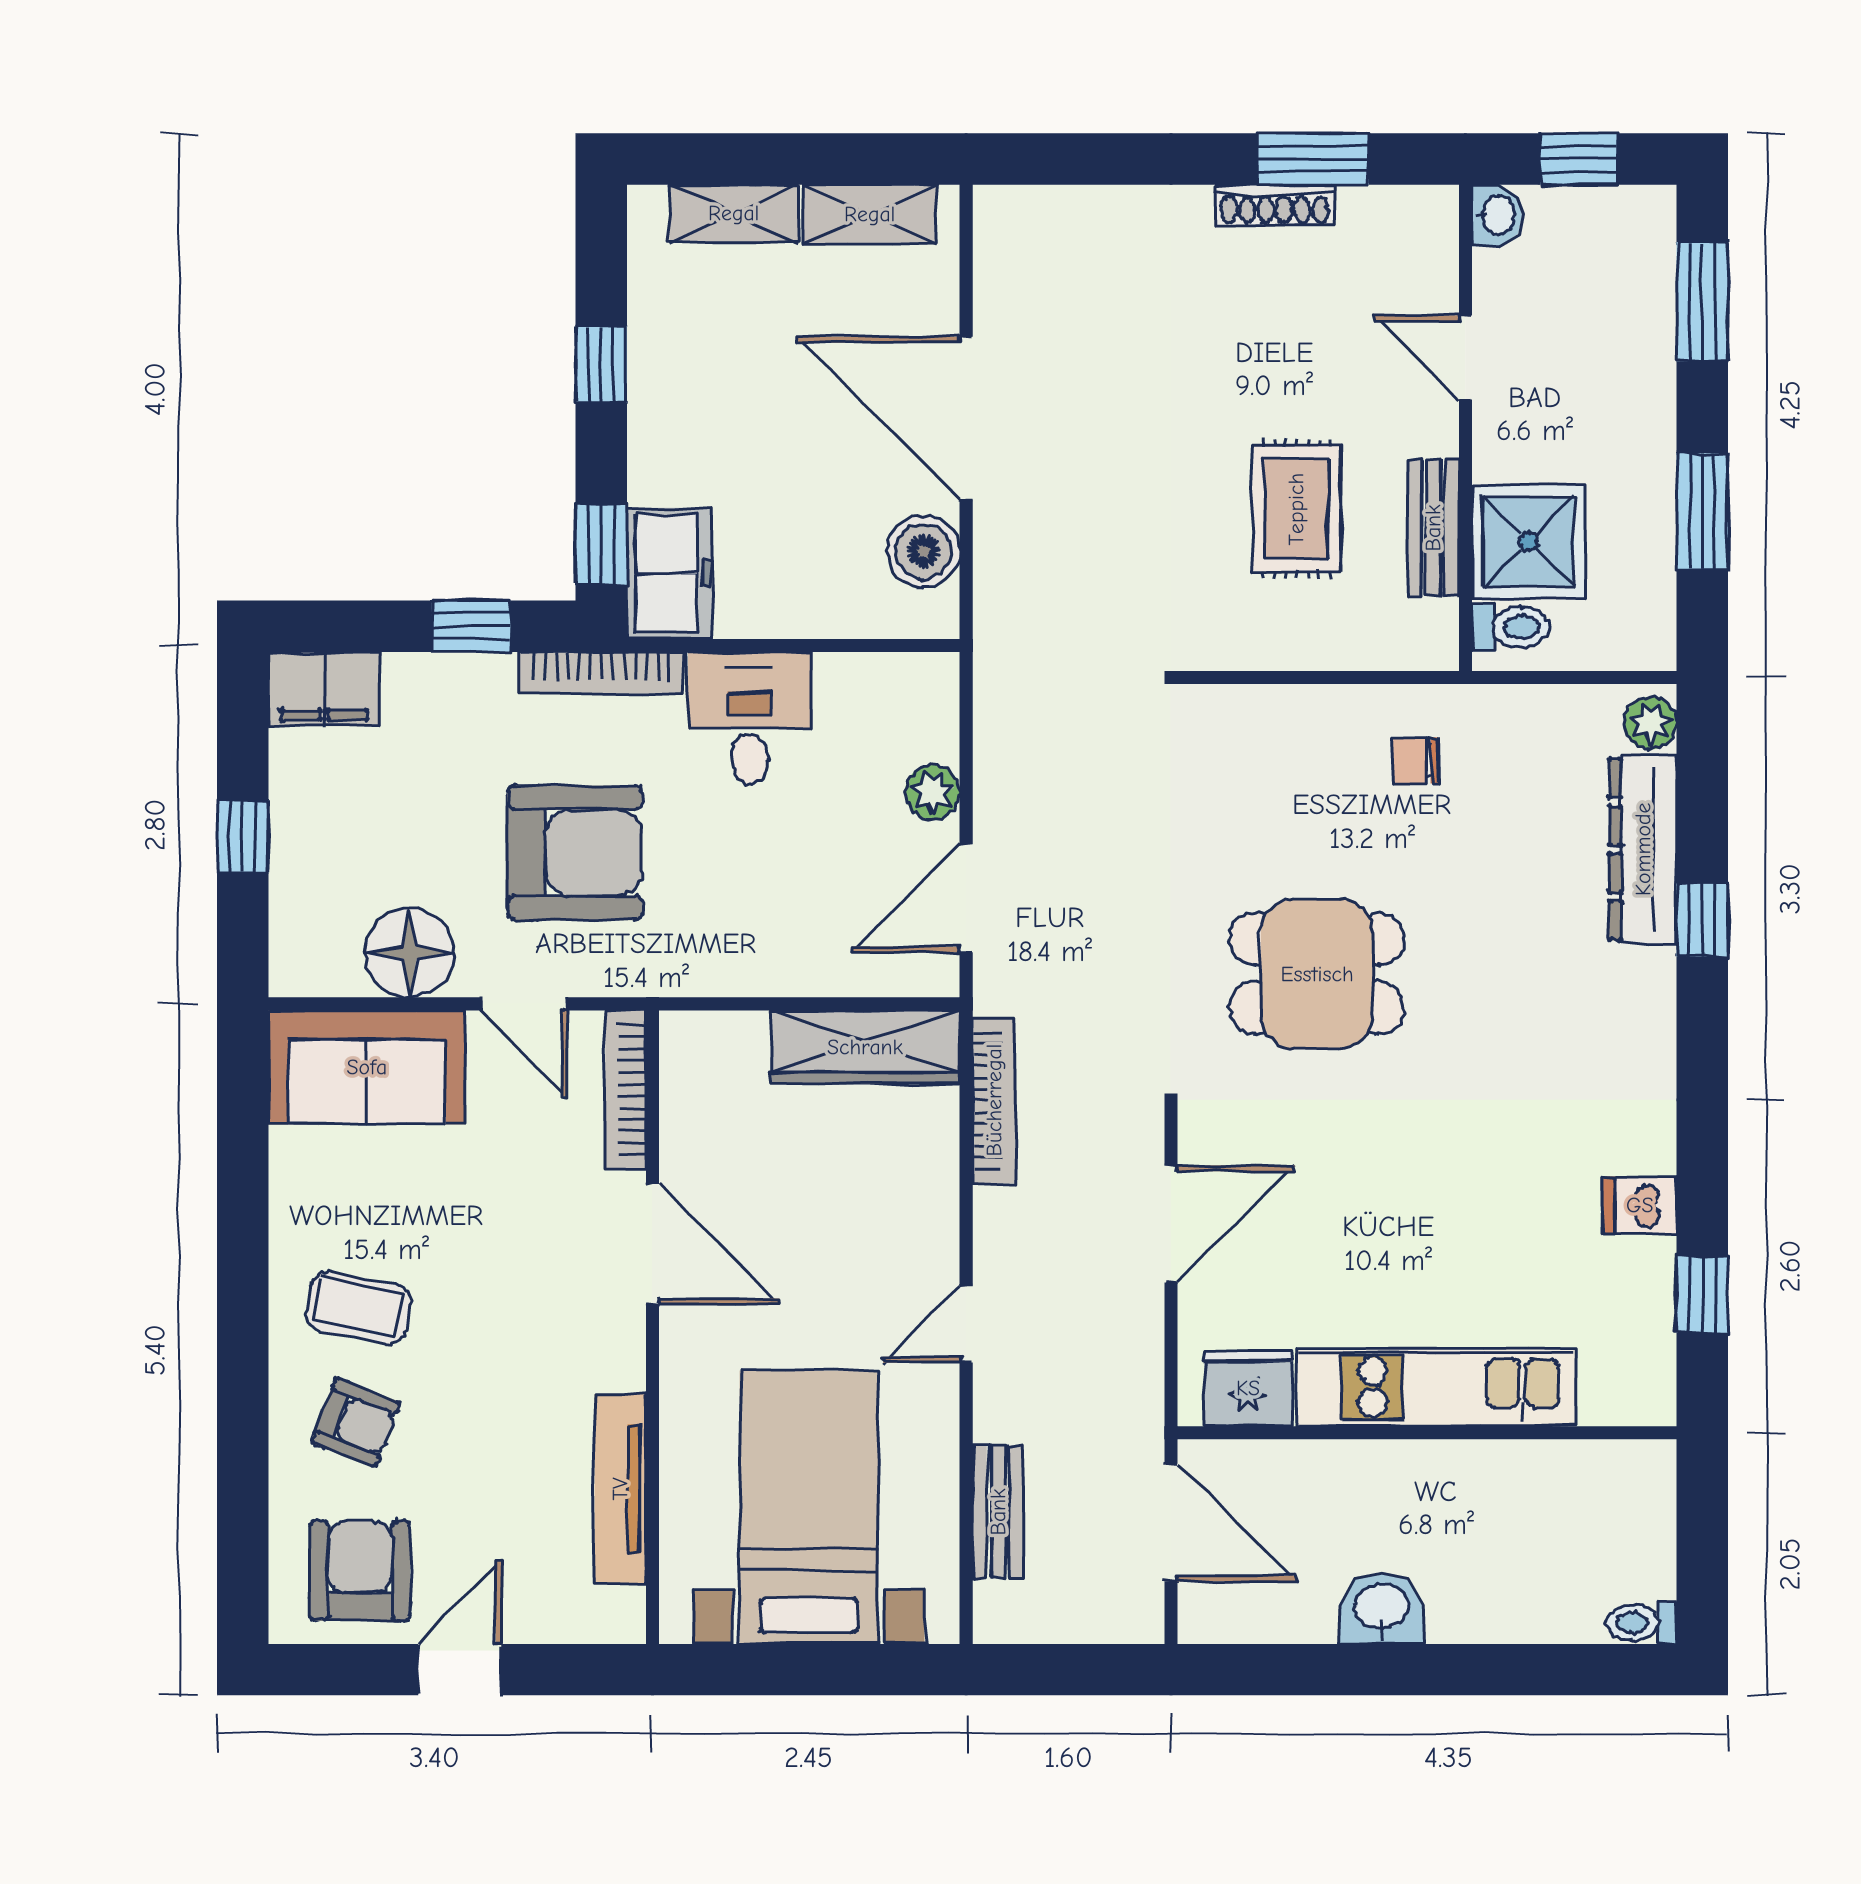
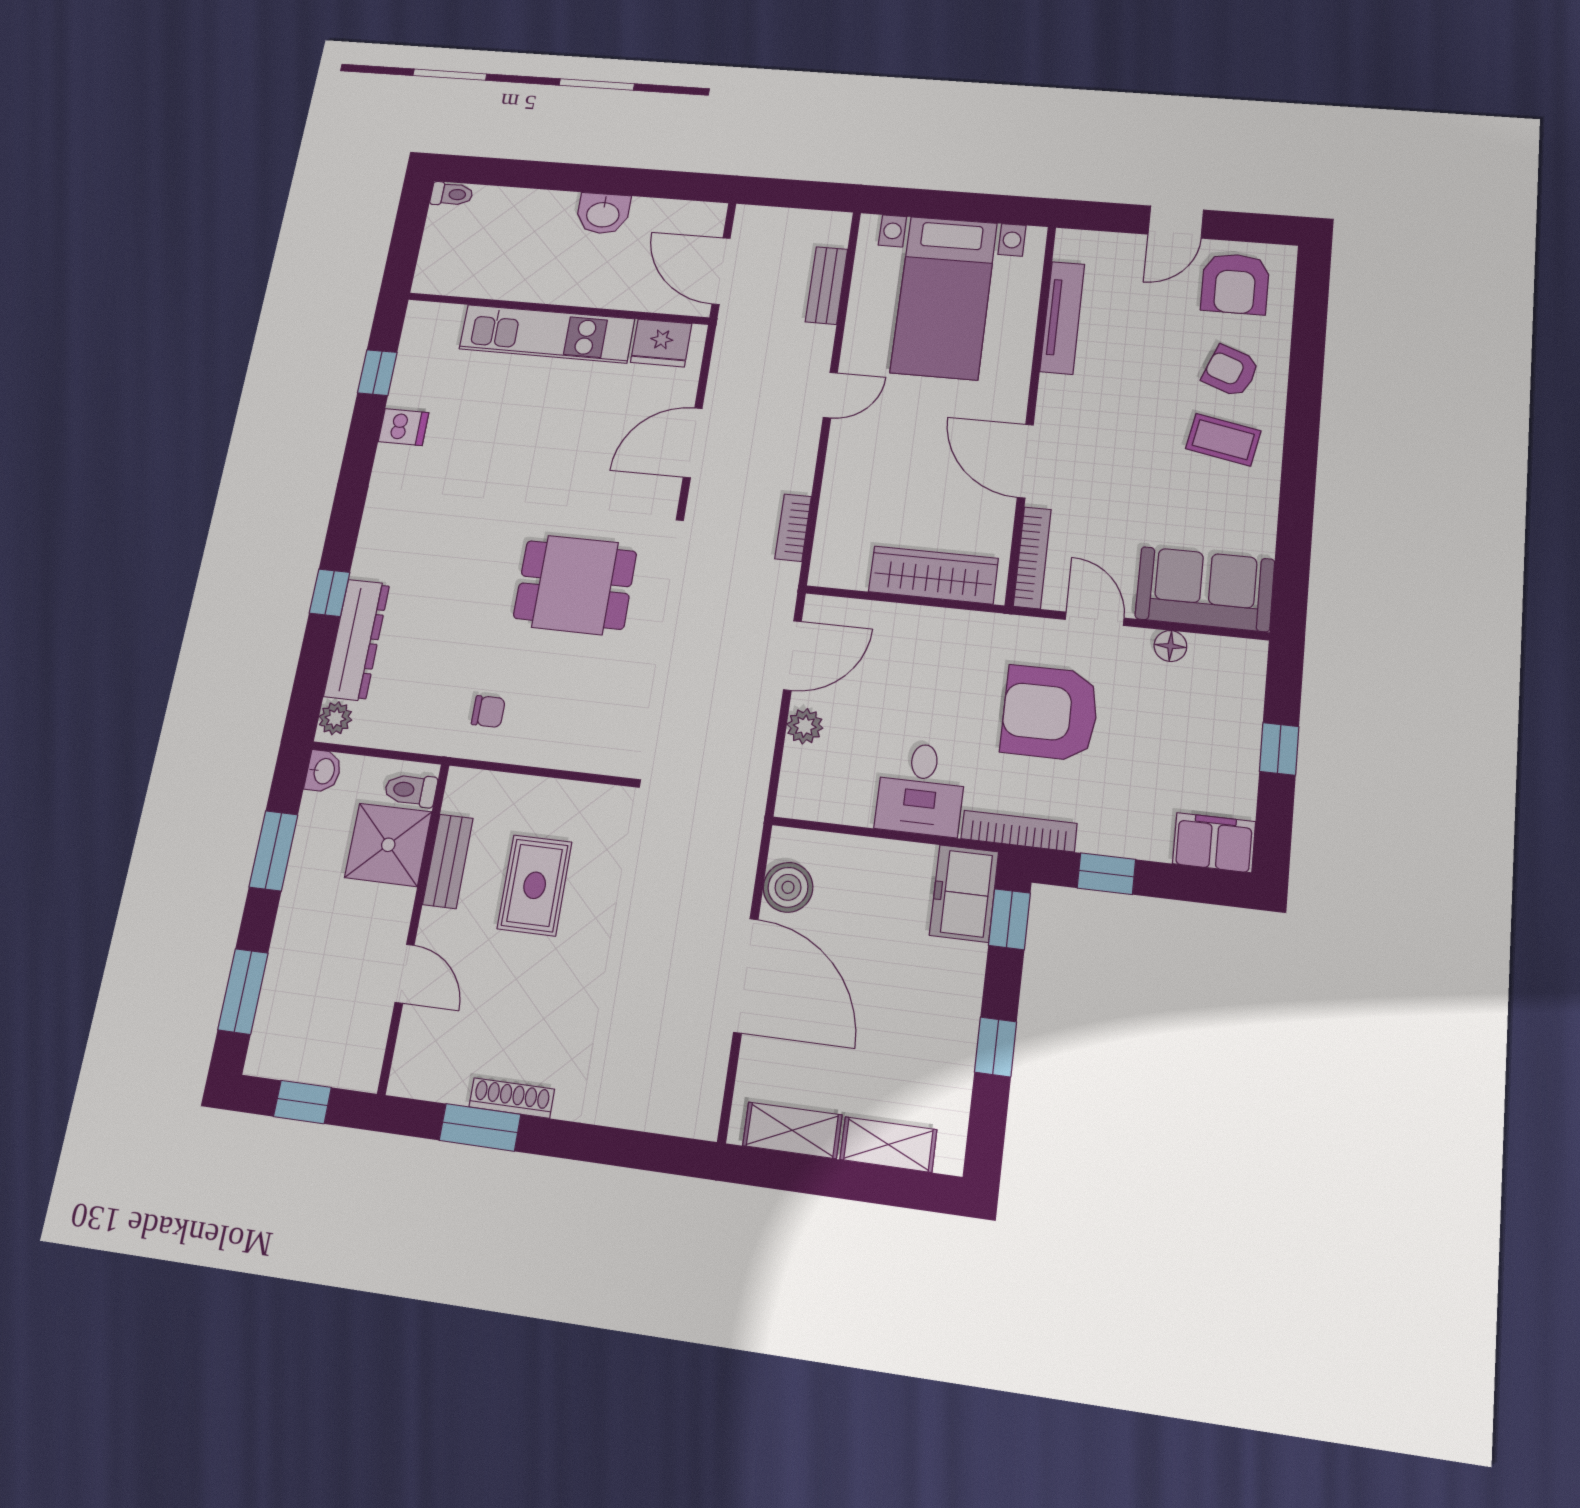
washbasin: (1497, 215) -> (323, 771), moved, turned 180
floor lamp: (410, 953) -> (1170, 646), width x0.53, depth x0.53
wardrobe: (865, 1047) -> (933, 575), moved
bookcase: (994, 1100) -> (793, 528), width x0.64

